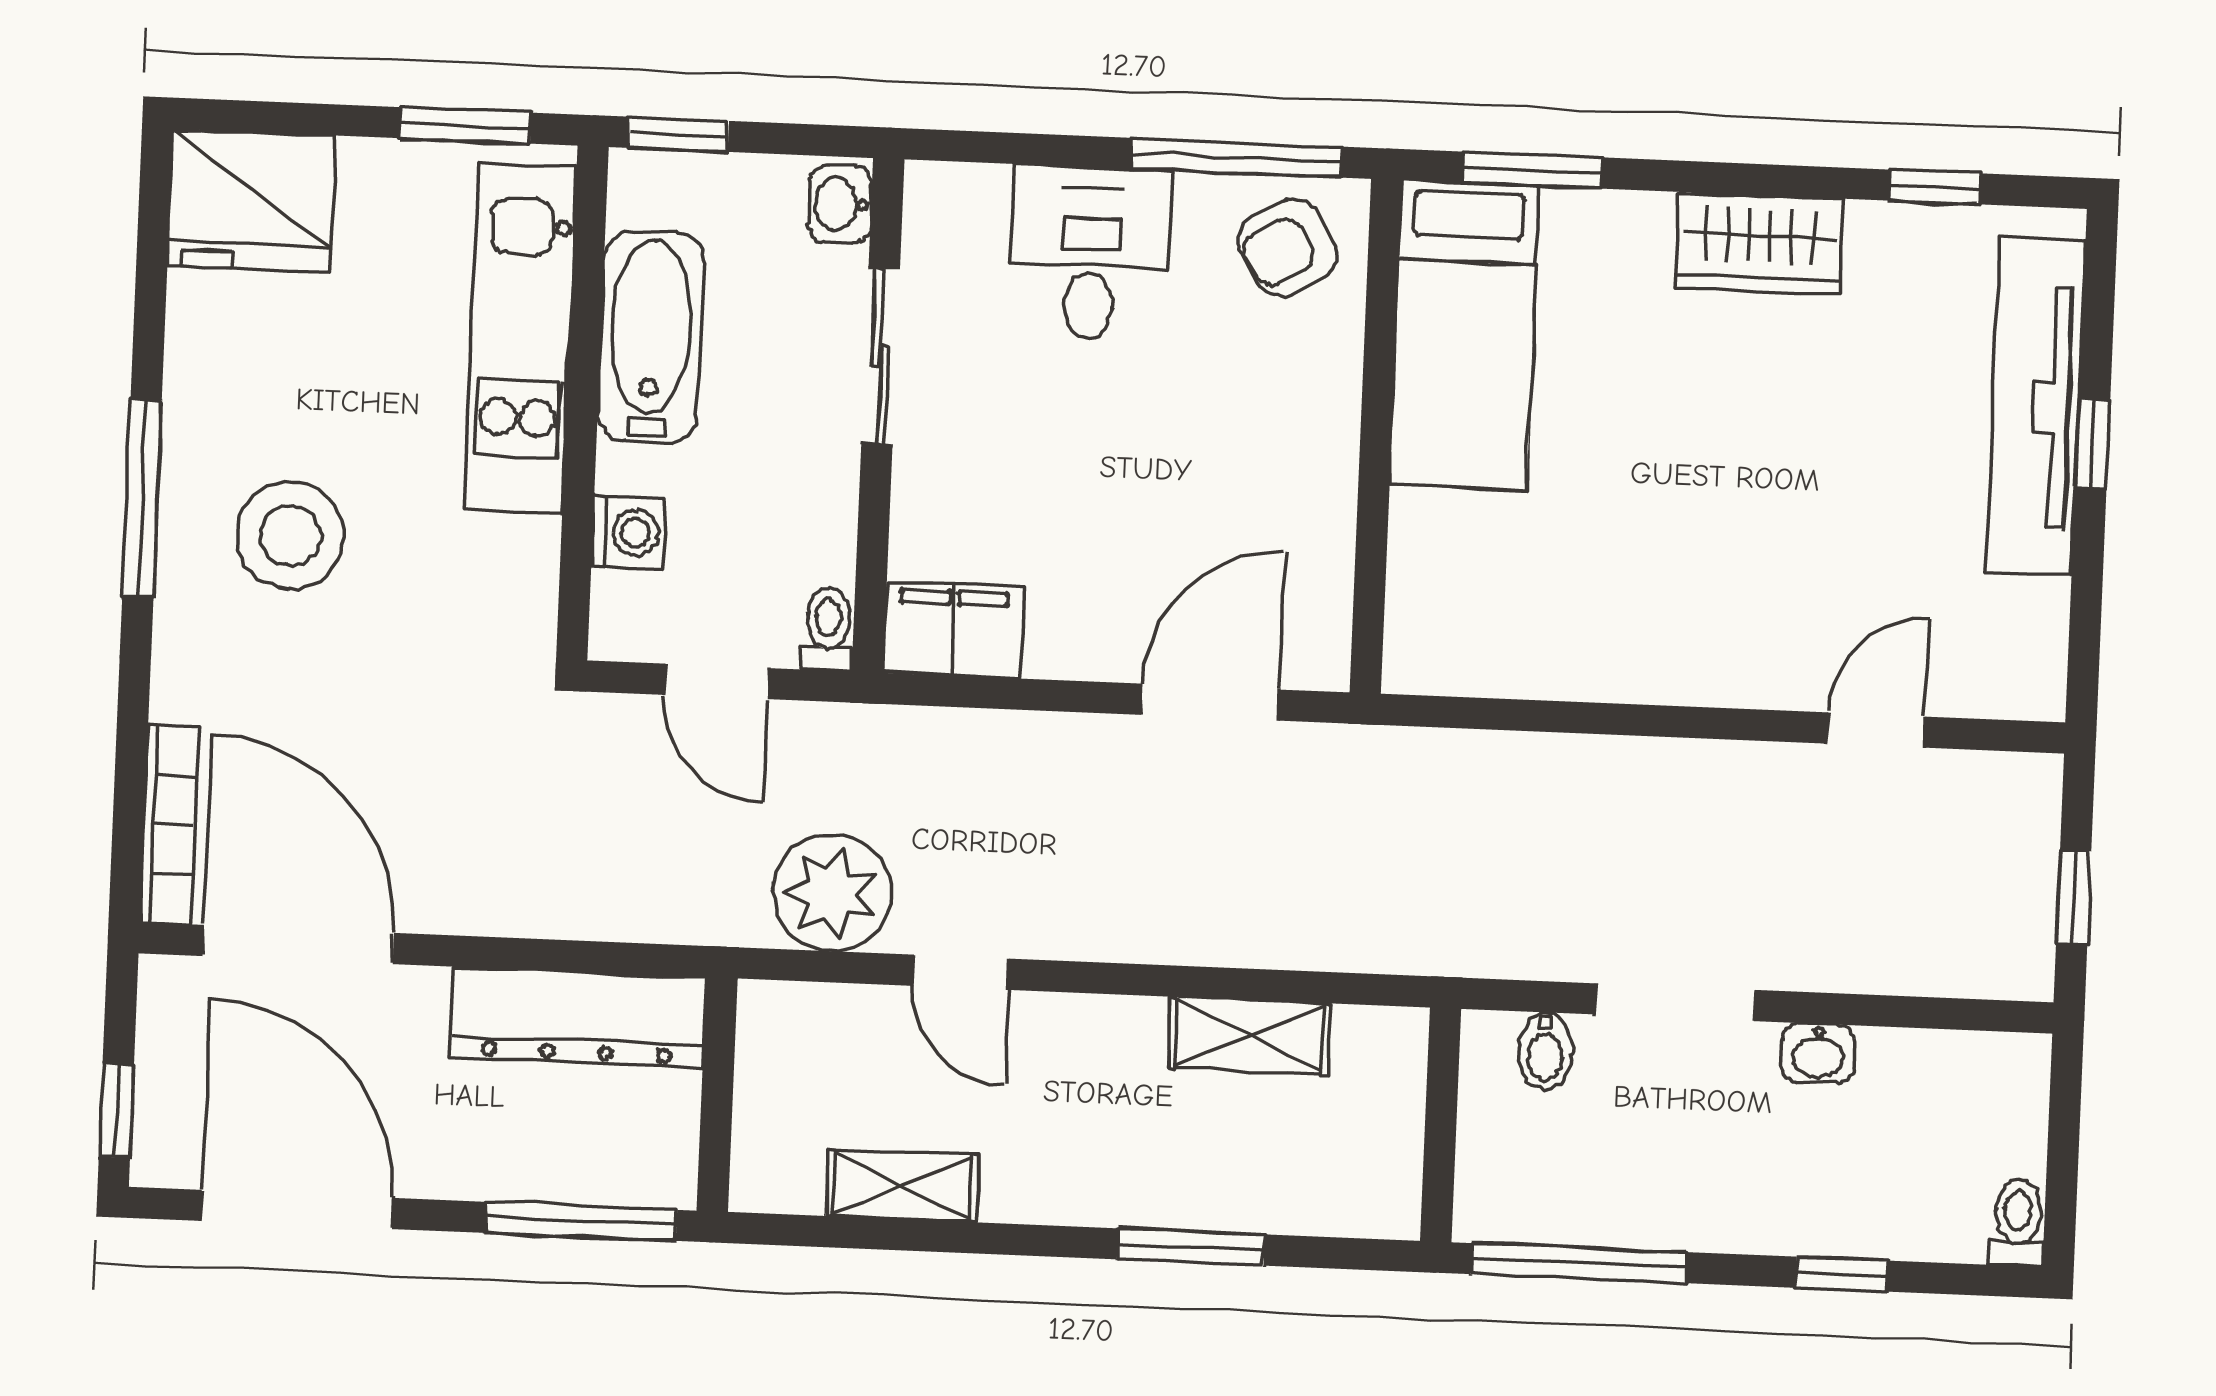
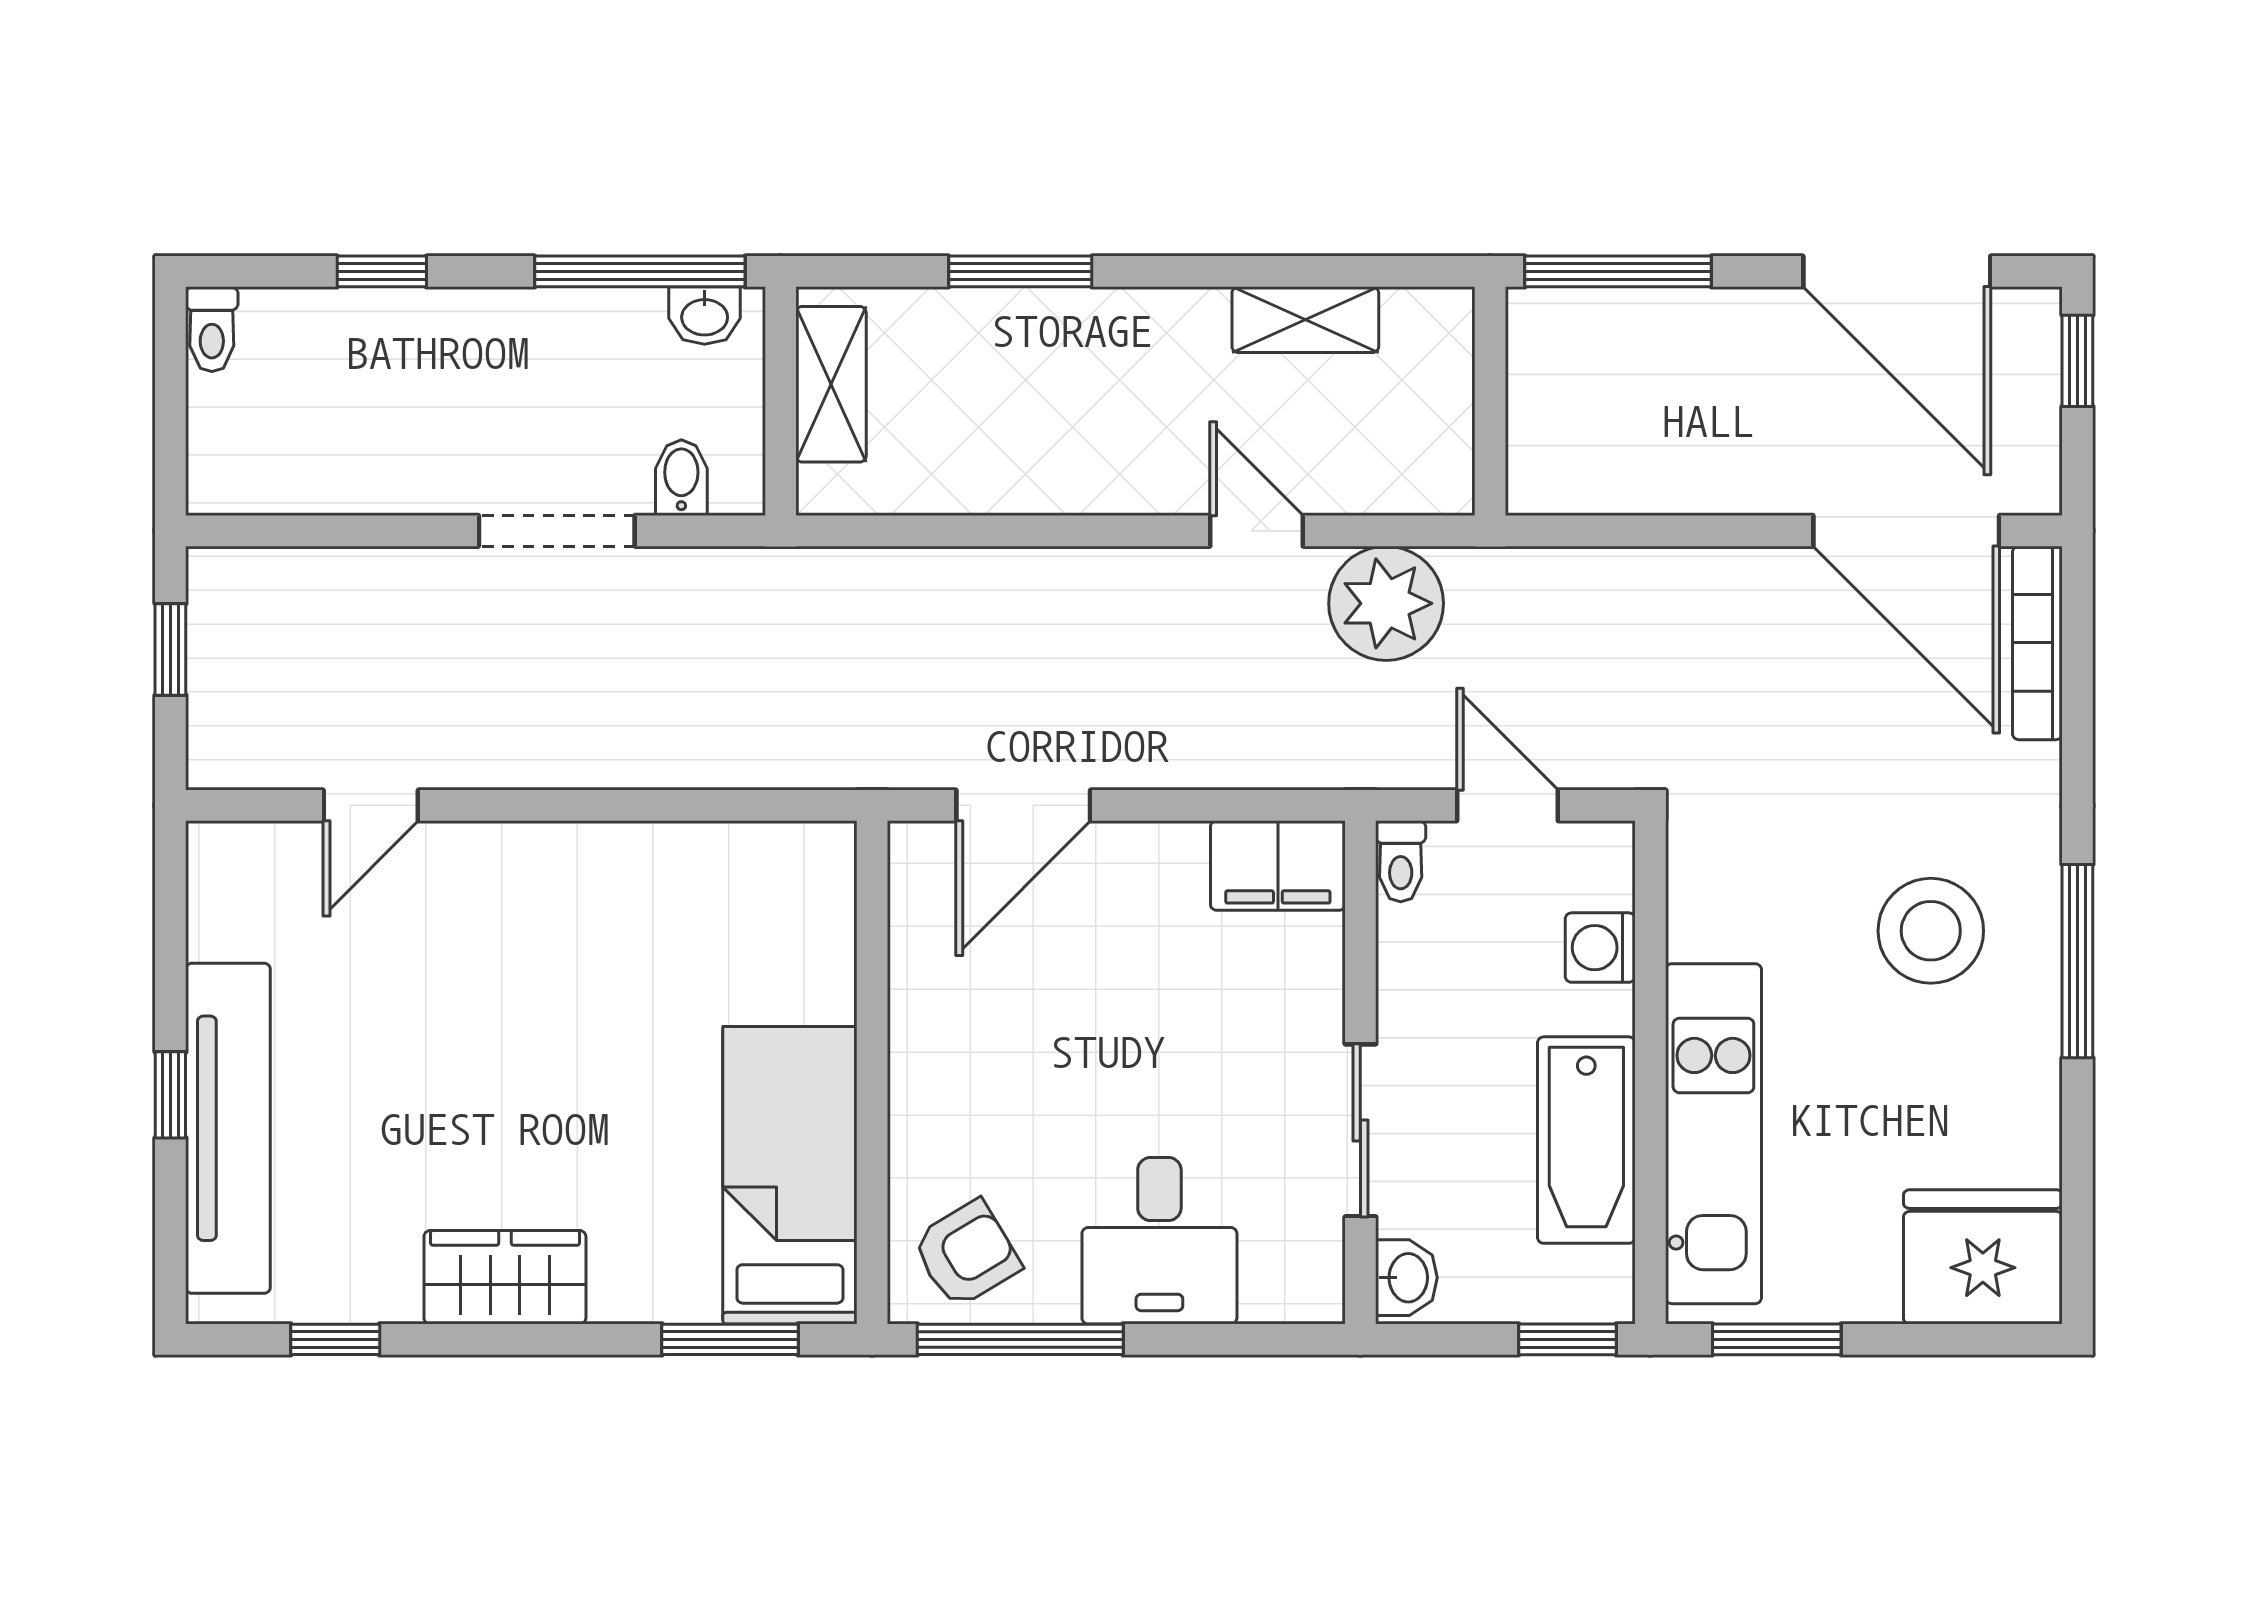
dresser: (578, 1017) -> (1629, 471), removed
shelving: (1250, 1036) -> (831, 384), moved, turned 90
washbasin: (1818, 1053) -> (705, 316), moved, turned 180

